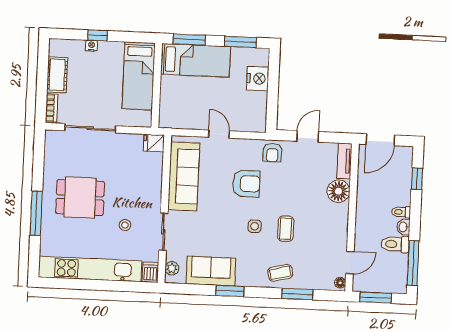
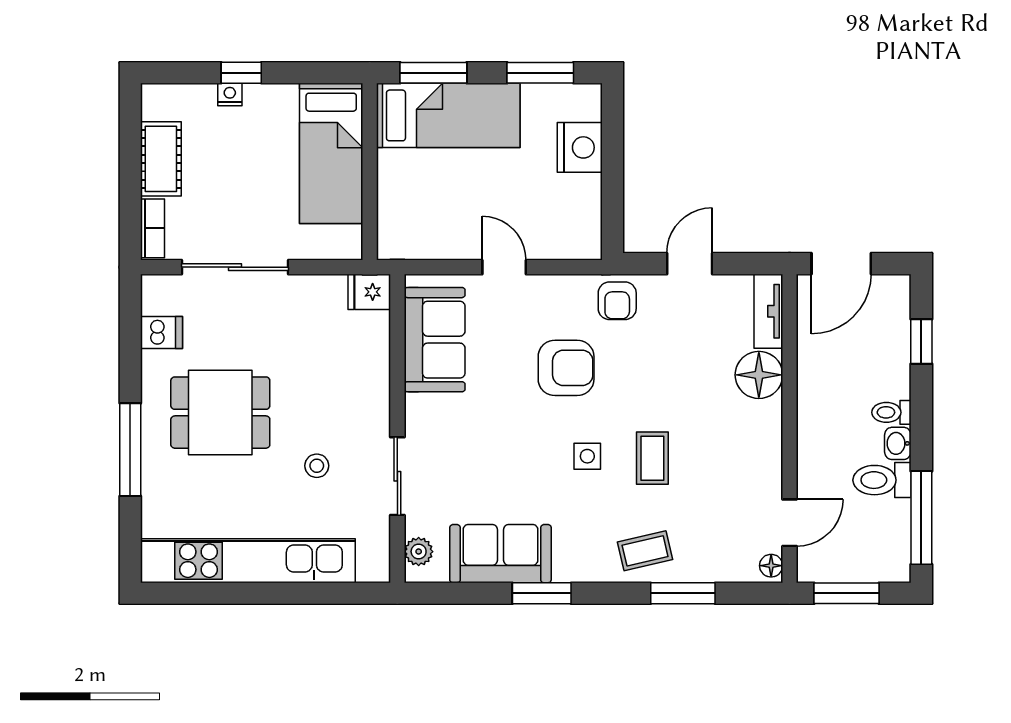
sofa: (184, 176) -> (435, 340), width x0.73
dishwasher: (150, 272) -> (162, 333), moved, turned 90

